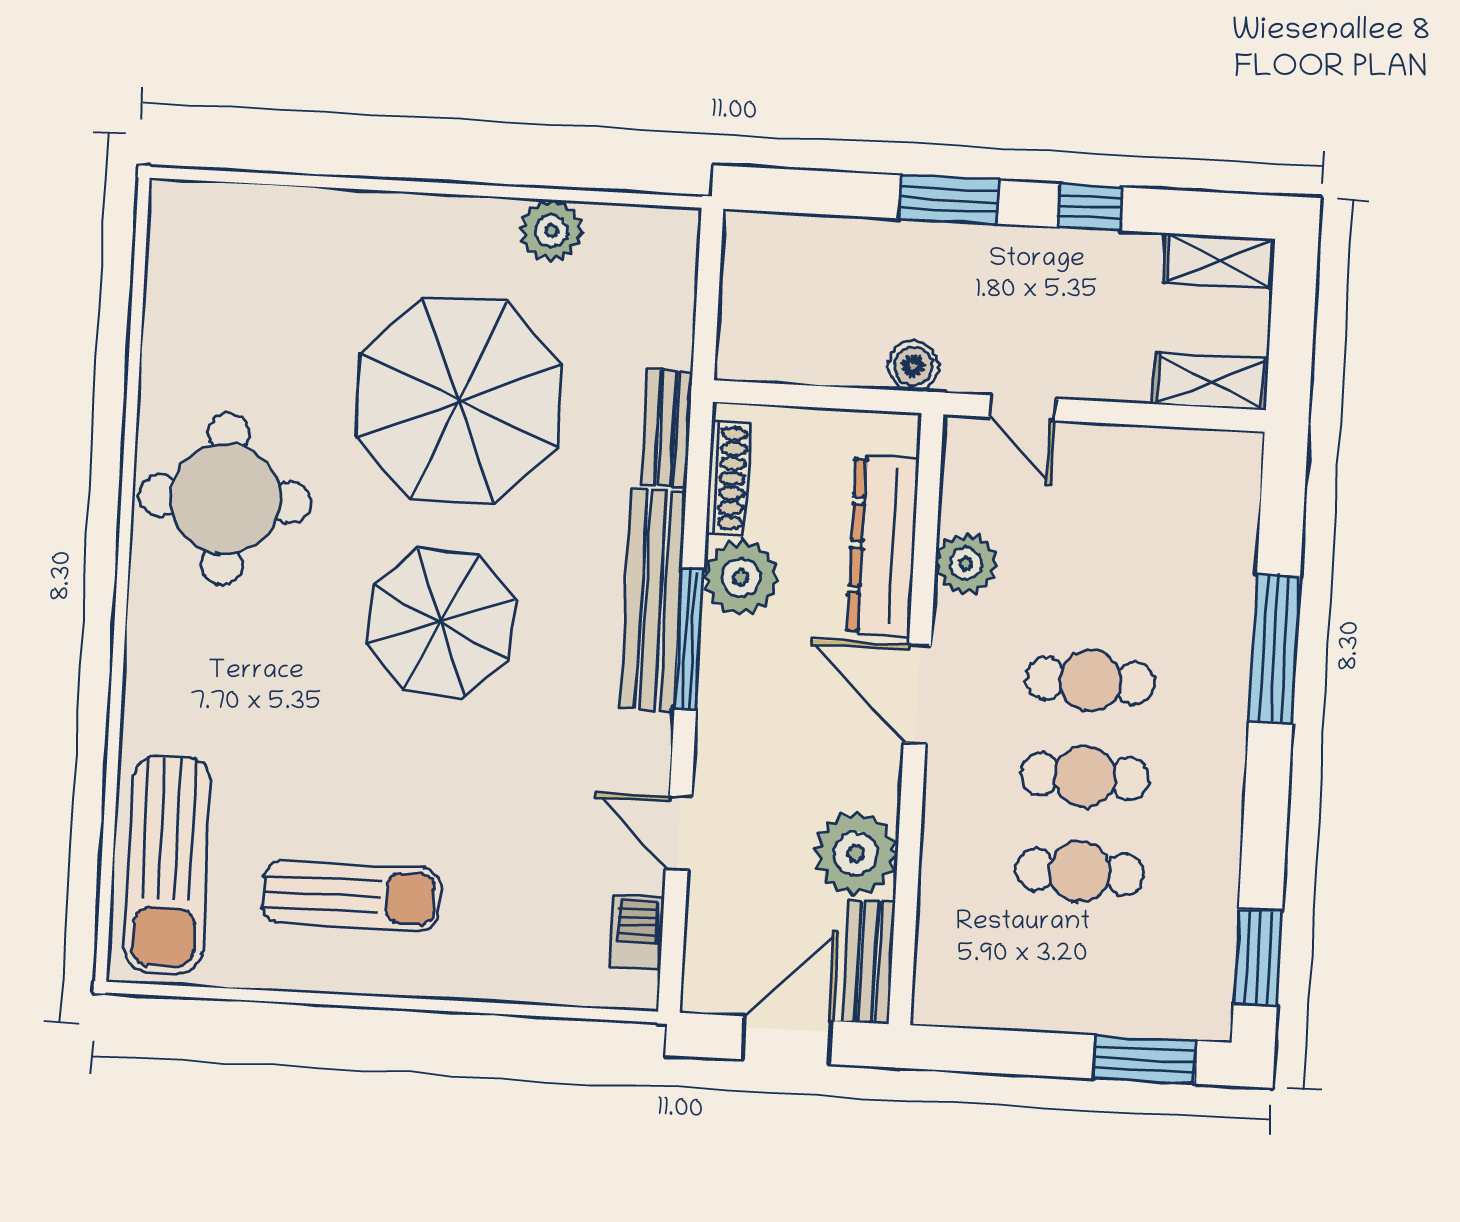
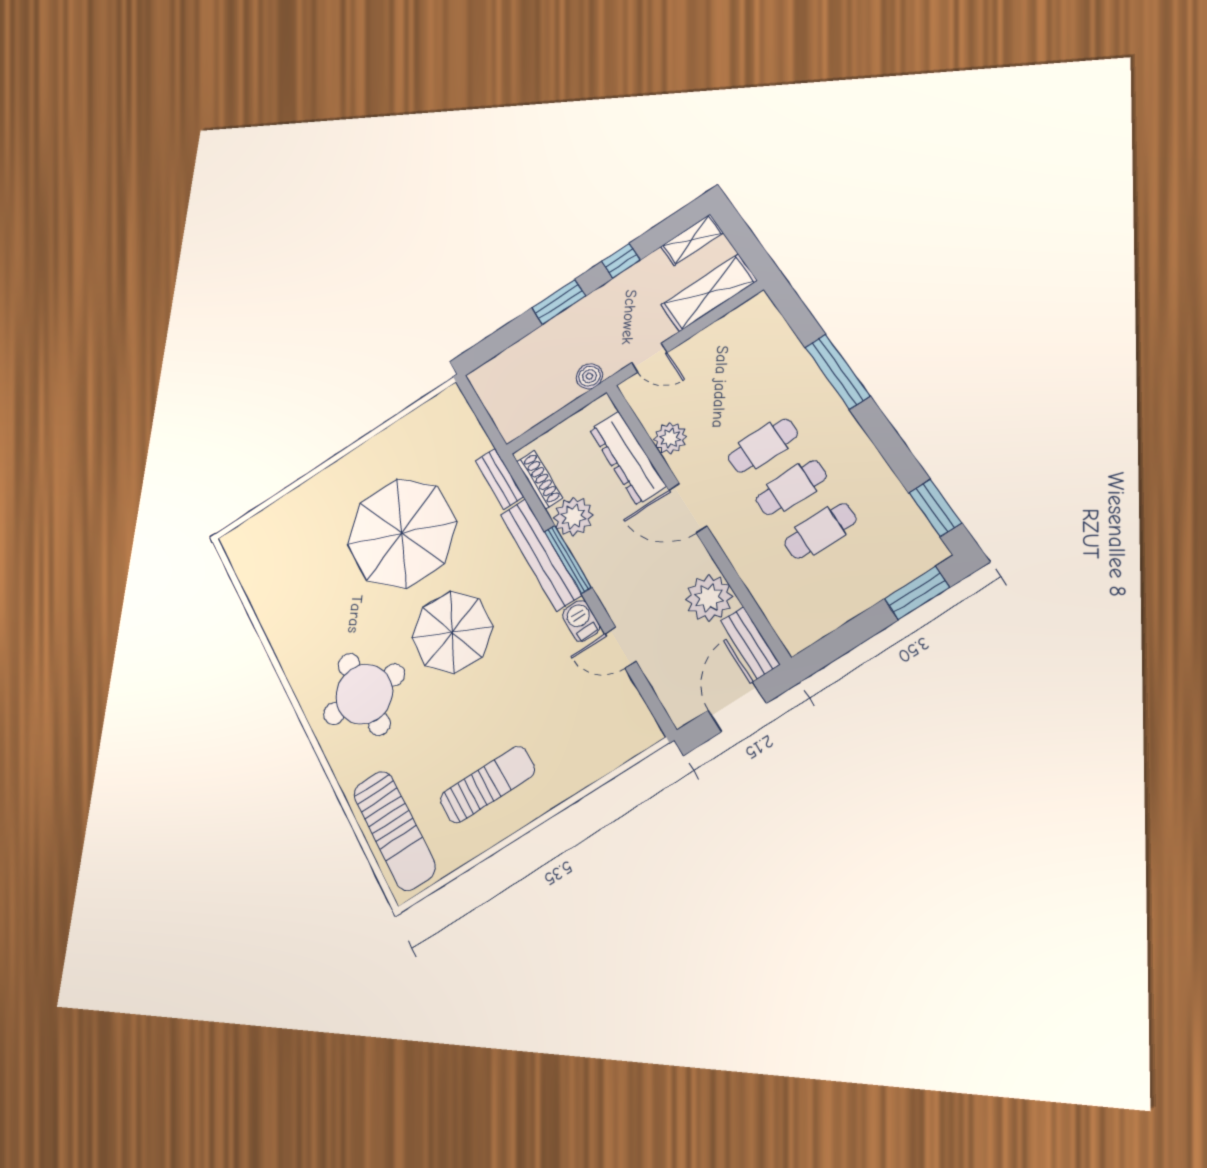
plant: (551, 231) -> (398, 437), removed
shelving: (1210, 382) -> (709, 293), width x1.50, depth x1.33
round table: (225, 499) -> (364, 694), moved
barbecue: (637, 932) -> (581, 621), moved

